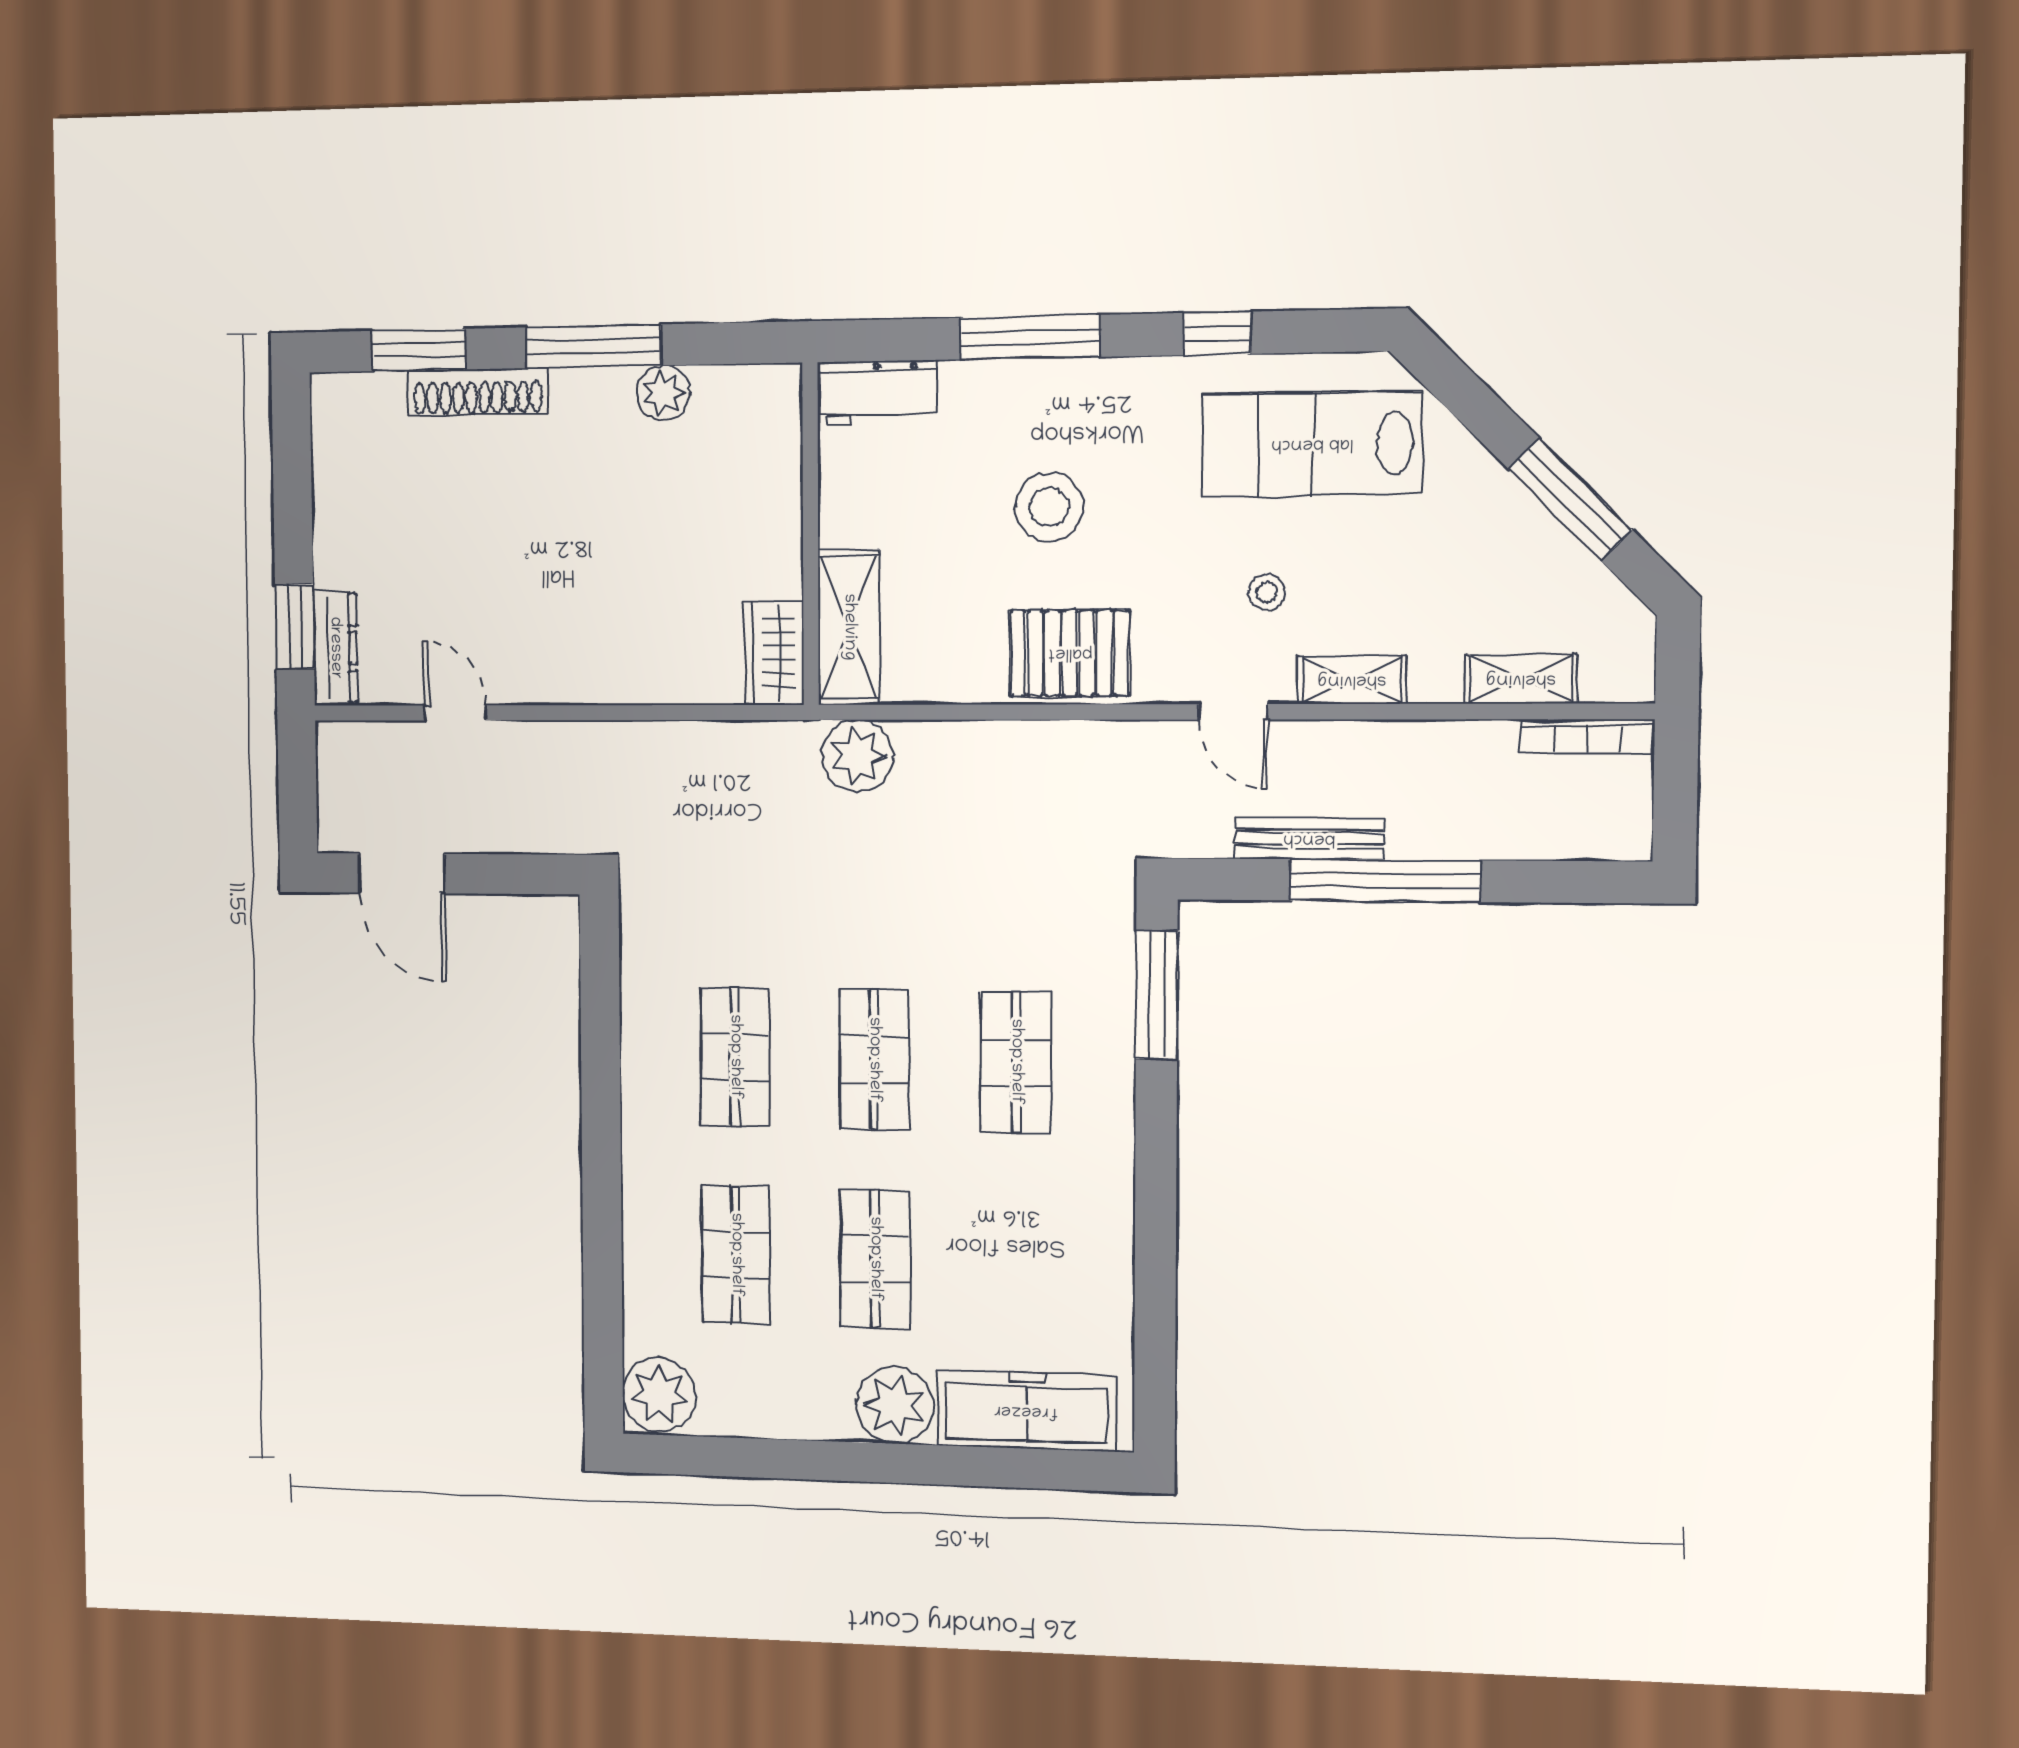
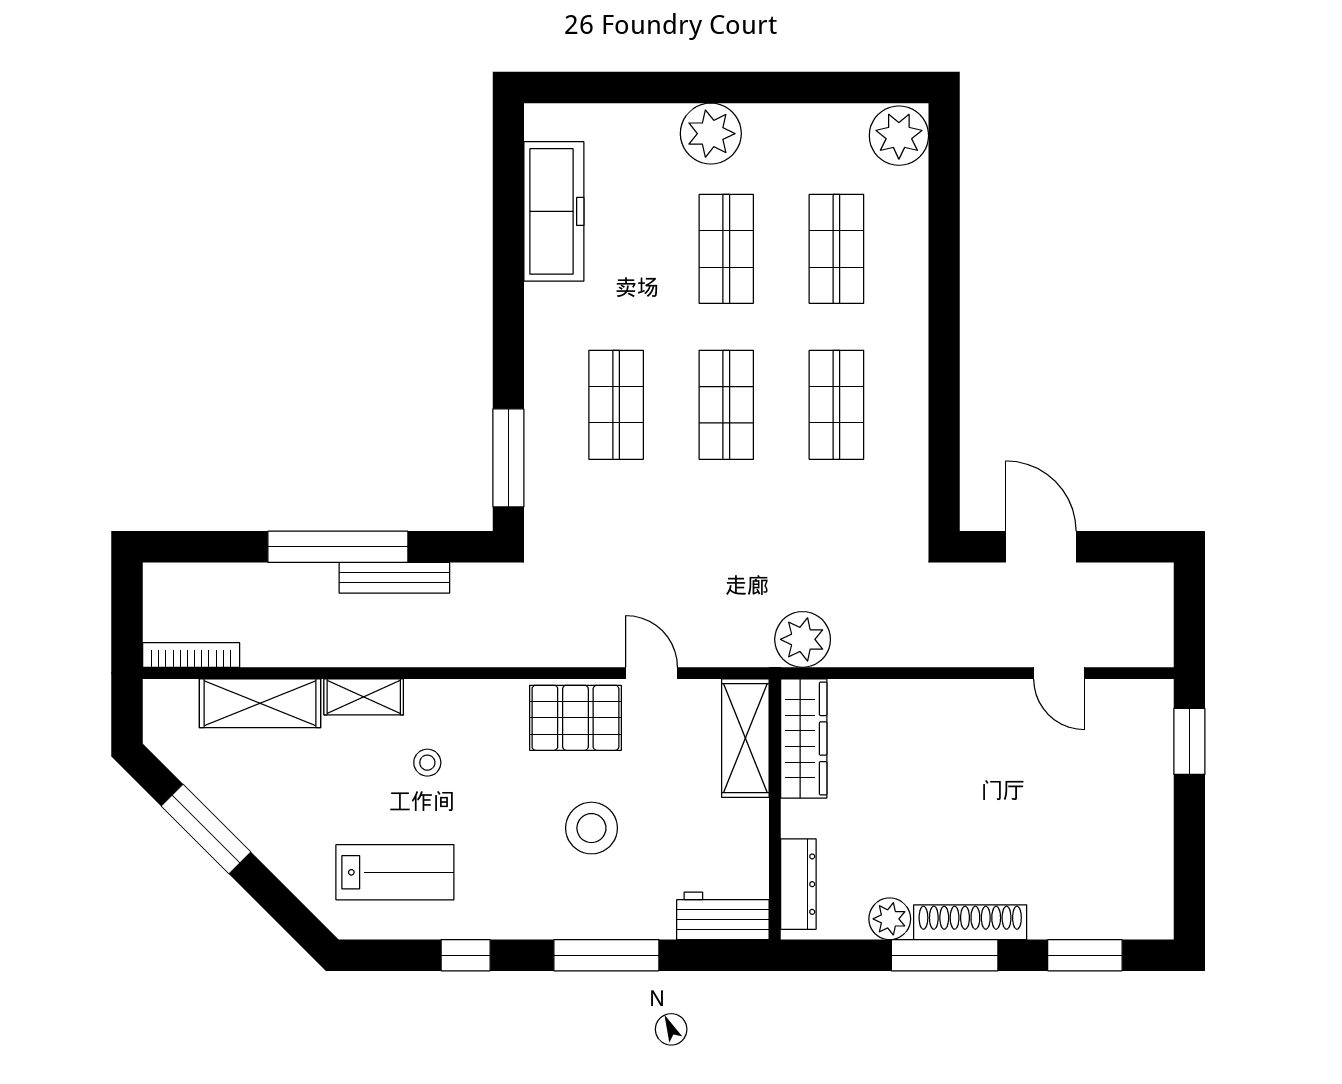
shoe rack: (478, 392) -> (970, 922), moved
lab bench: (1312, 444) -> (395, 872), width x0.73, depth x0.72
dresser: (335, 648) -> (798, 884), moved, turned 180
wardrobe: (774, 653) -> (804, 739), width x1.50
shelving: (1521, 679) -> (260, 703), width x1.50, depth x1.33
door: (1233, 712) -> (652, 673), moved
plant: (858, 756) -> (803, 639), moved
door: (402, 873) -> (1041, 547), moved
freezer: (1026, 1411) -> (554, 211), moved, turned -90

